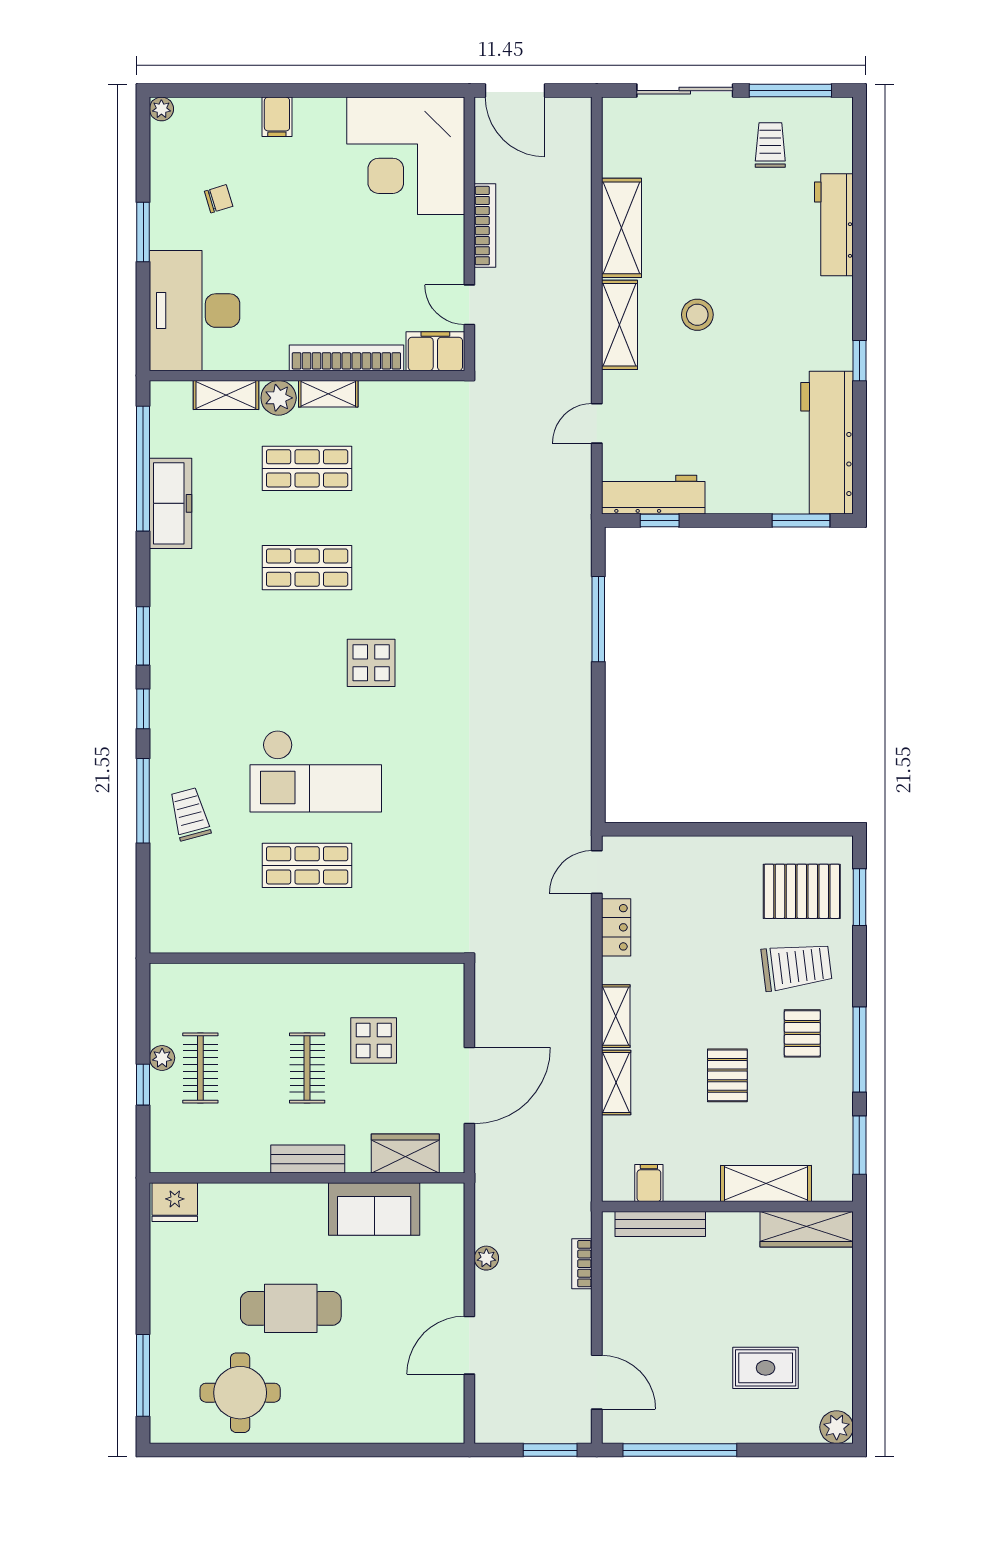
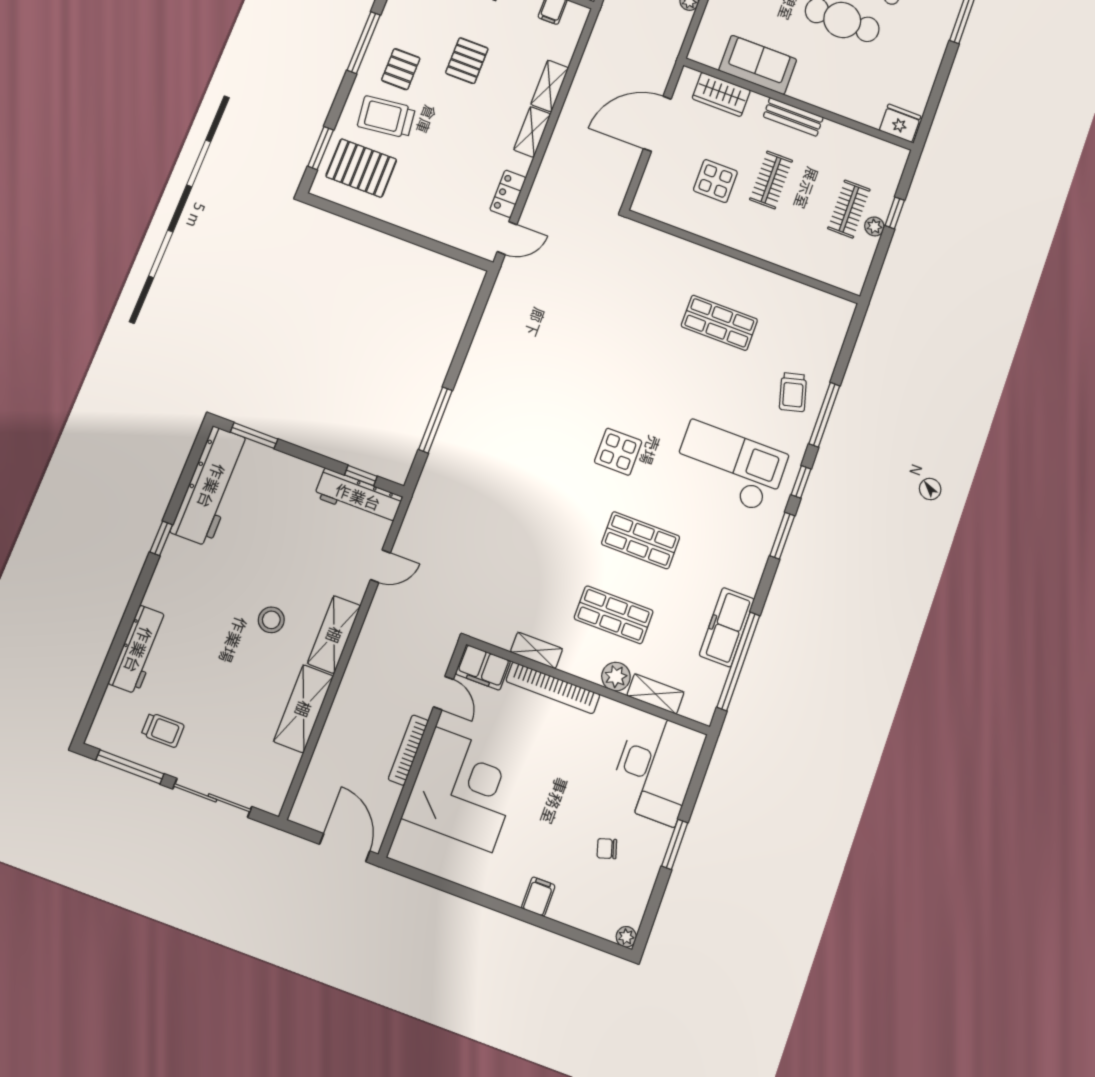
trolley: (770, 145) -> (163, 730), turned -90
corner desk: (406, 156) -> (464, 789), moved
shelving: (328, 394) -> (536, 650), moved
checkout: (316, 771) -> (730, 467), moved

